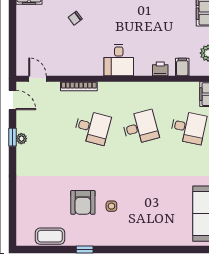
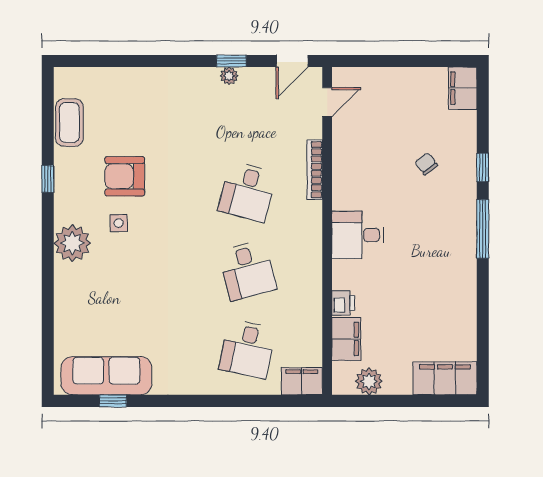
filing cabinet: (182, 67) -> (346, 339), width x2.00
plant: (124, 234) -> (72, 243), added

